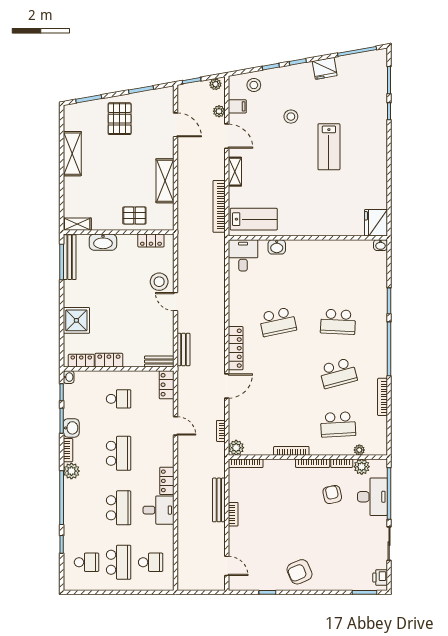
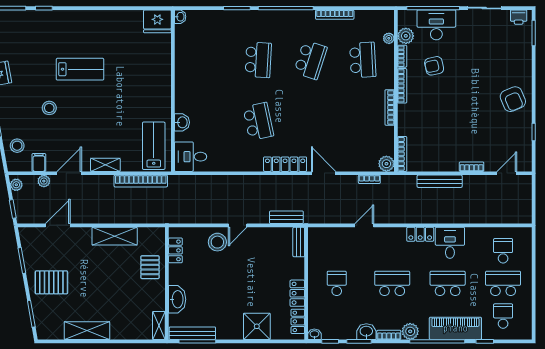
school desk: (338, 373) -> (310, 60), turned 33
locker: (167, 385) -> (322, 234), removed
bookcase: (233, 514) -> (472, 167), moved
piano: (74, 515) -> (455, 328), added

